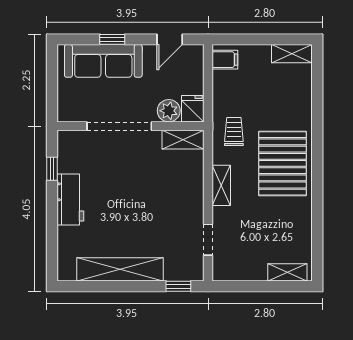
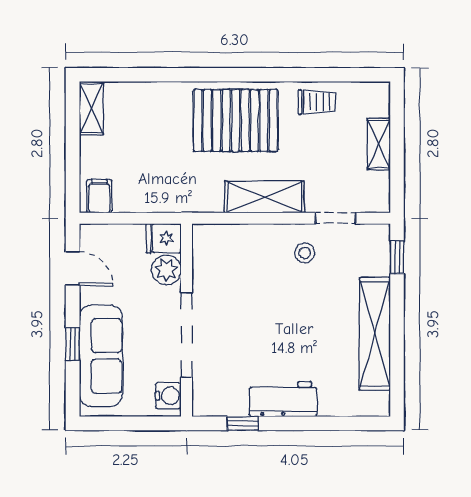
water cooler: (73, 112) -> (168, 396), added
trolley: (234, 131) -> (317, 102), moved, turned 180
shelving: (183, 140) -> (204, 251), removed
shelving: (221, 185) -> (264, 197), width x1.50, depth x1.33
stool: (182, 216) -> (305, 253), added
shelving: (287, 272) -> (379, 144), moved

